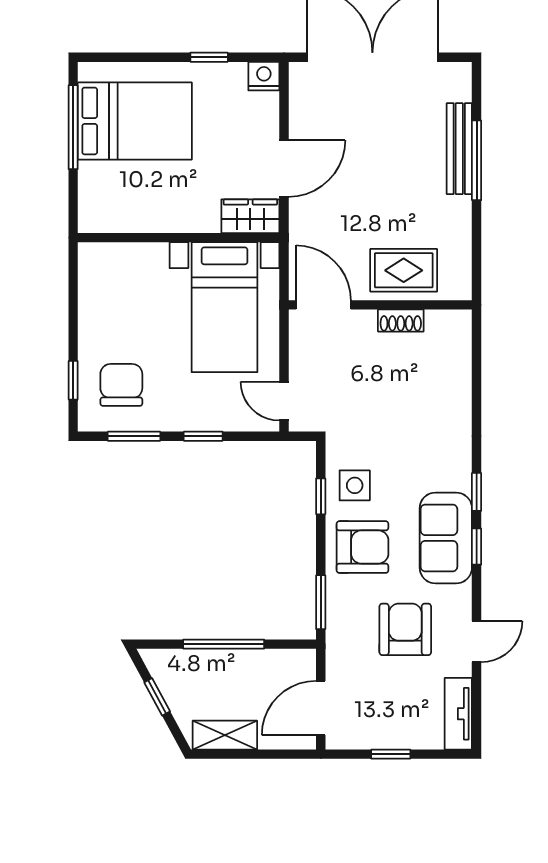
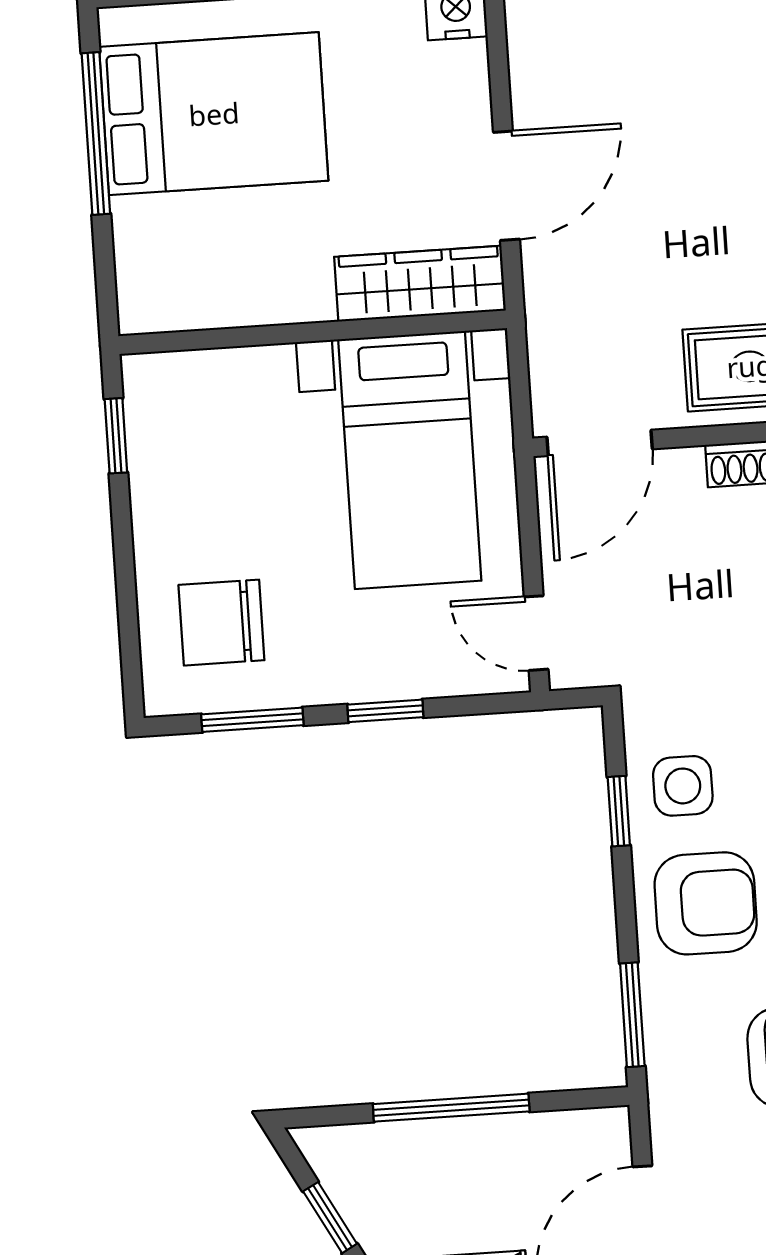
wardrobe: (250, 216) -> (420, 284), width x1.50
door: (323, 305) -> (600, 443), swing flipped
window: (73, 380) -> (116, 436), moved
chair: (121, 385) -> (221, 623), turned -90

